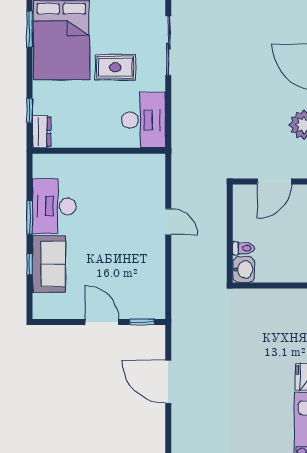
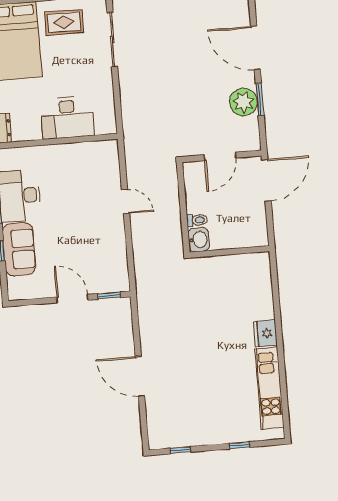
rug: (115, 67) -> (64, 22), moved
desk: (143, 120) -> (67, 118), moved, turned 90
door: (168, 382) -> (140, 376), moved

